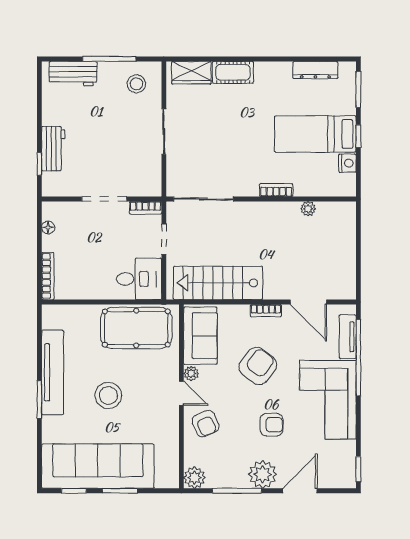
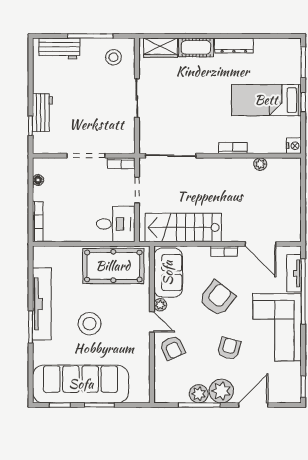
dresser: (315, 70) -> (234, 45), moved
nightstand: (347, 163) -> (294, 146), moved
armchair: (271, 425) -> (229, 349), turned -75
plant: (195, 478) -> (199, 394), moved

